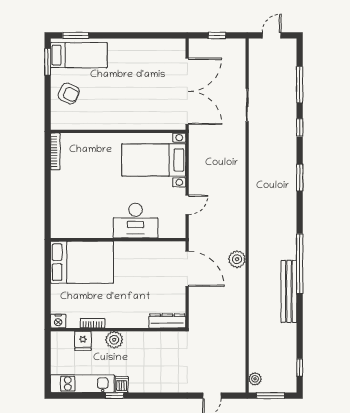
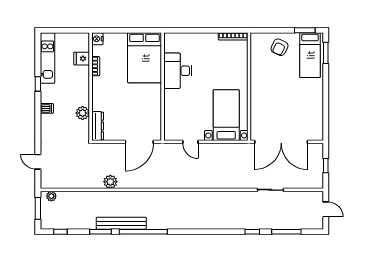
window: (300, 178) -> (100, 232), moved
desk: (136, 221) -> (178, 71), moved
plant: (237, 259) -> (110, 182), moved
plant: (114, 340) -> (83, 113), moved
dishwasher: (122, 384) -> (47, 108), moved

